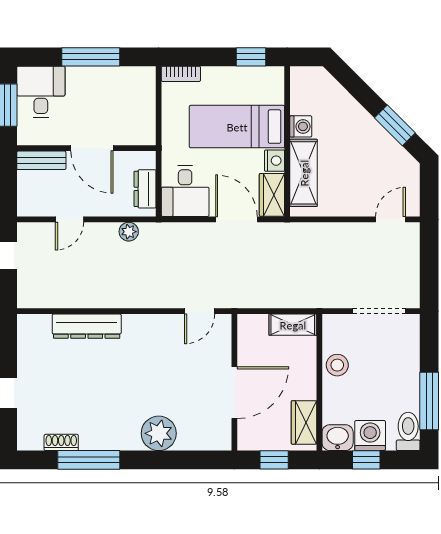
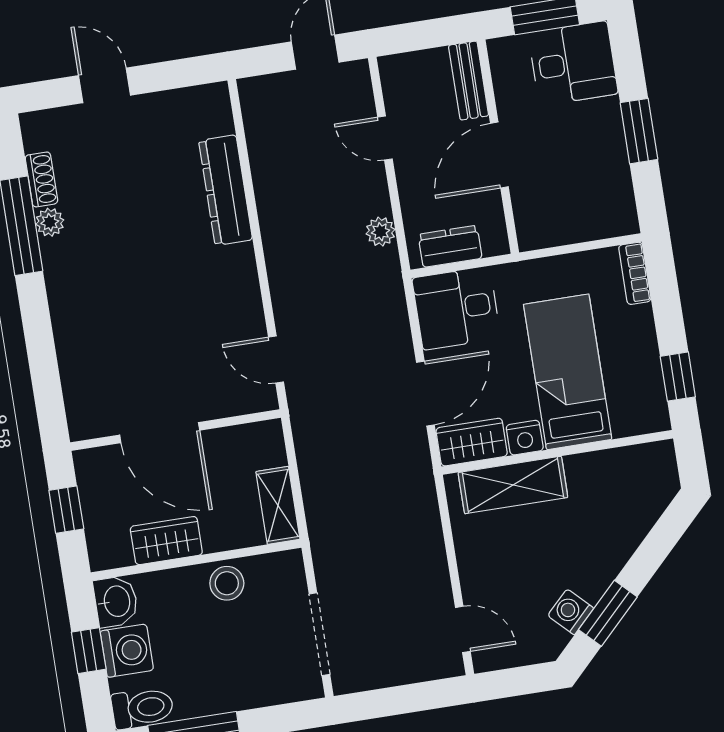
window: (91, 57) -> (639, 131), width x0.69
washing machine: (301, 126) -> (571, 612), moved, turned 135
wardrobe: (304, 422) -> (166, 541), moved
plant: (159, 433) -> (50, 222), moved, width x0.53, depth x0.53

